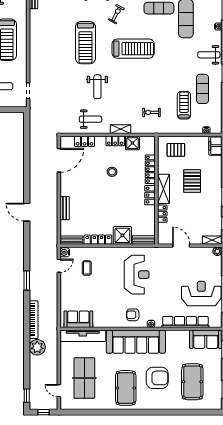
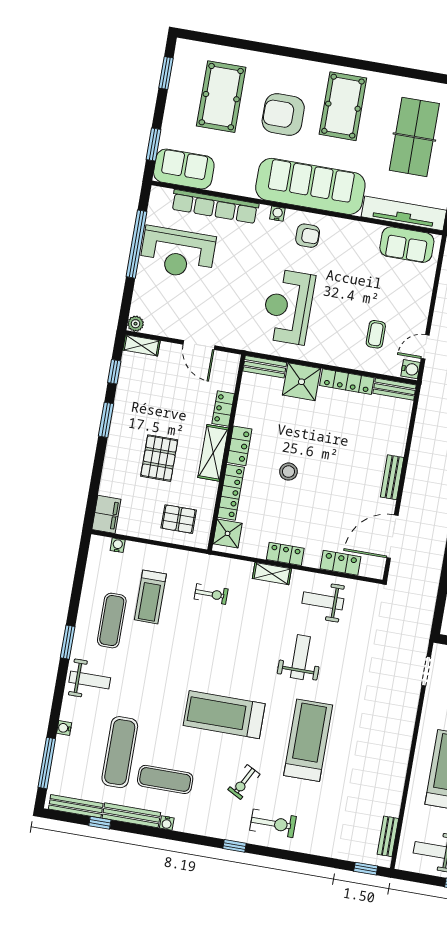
shower: (133, 143) -> (228, 533), moved
stool: (112, 172) -> (288, 472), moved
bench: (65, 208) -> (392, 477), moved

